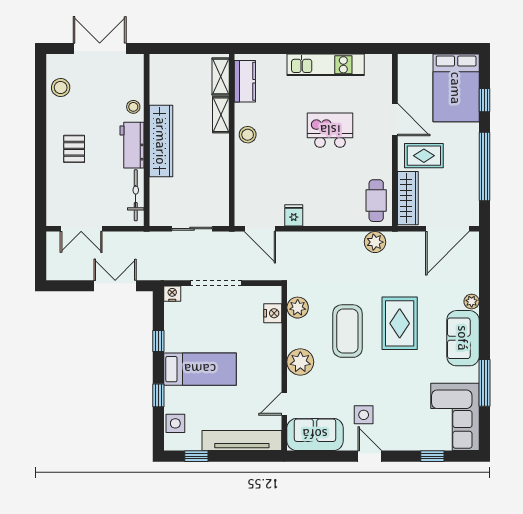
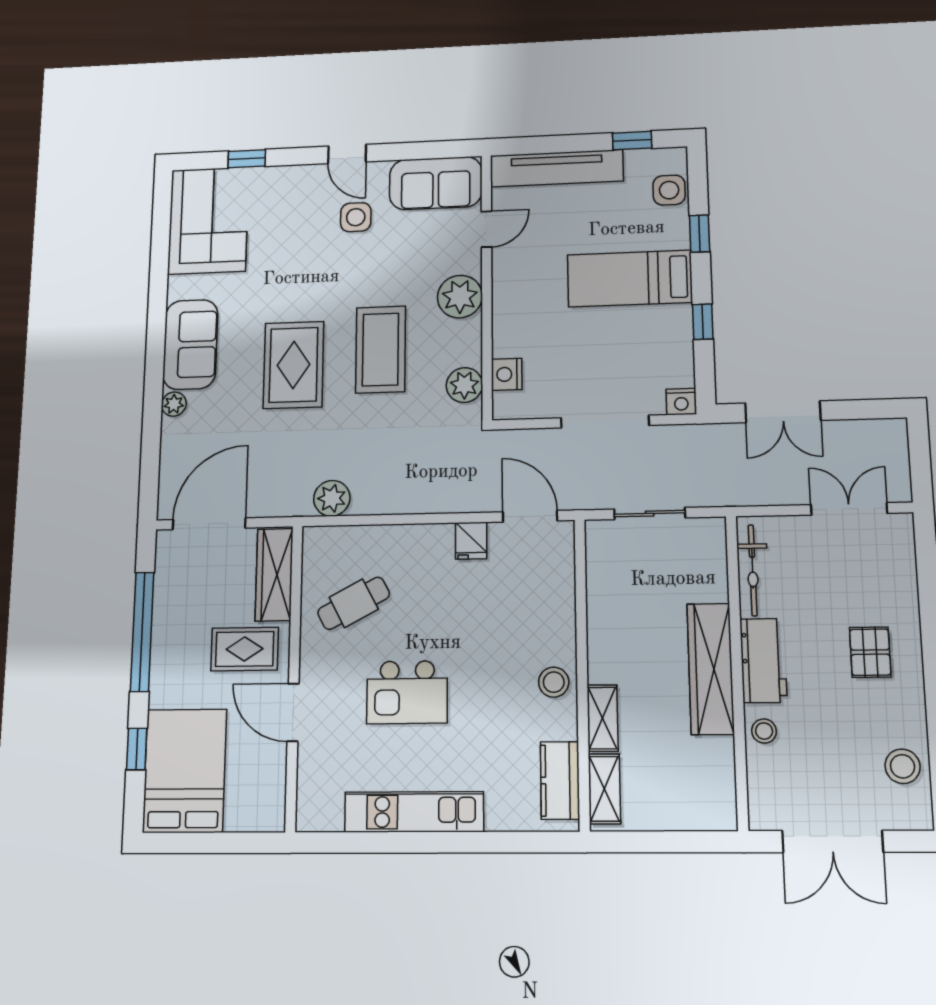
cafe table: (376, 201) -> (354, 603), moved, turned 62
window: (484, 383) -> (159, 275), removed

